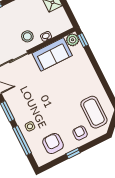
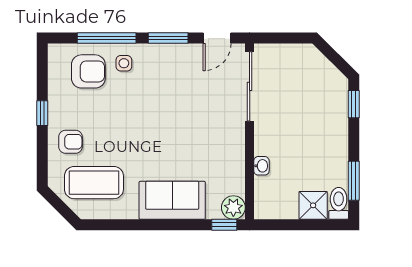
stool: (27, 36) -> (277, 135), removed
sofa: (52, 54) -> (172, 200), moved, turned 90
armchair: (53, 144) -> (88, 71), moved

